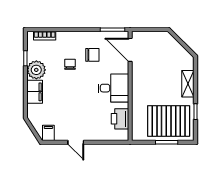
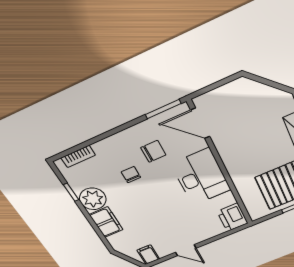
desk: (113, 88) -> (201, 177), width x1.37
printer: (120, 119) -> (232, 217), moved

